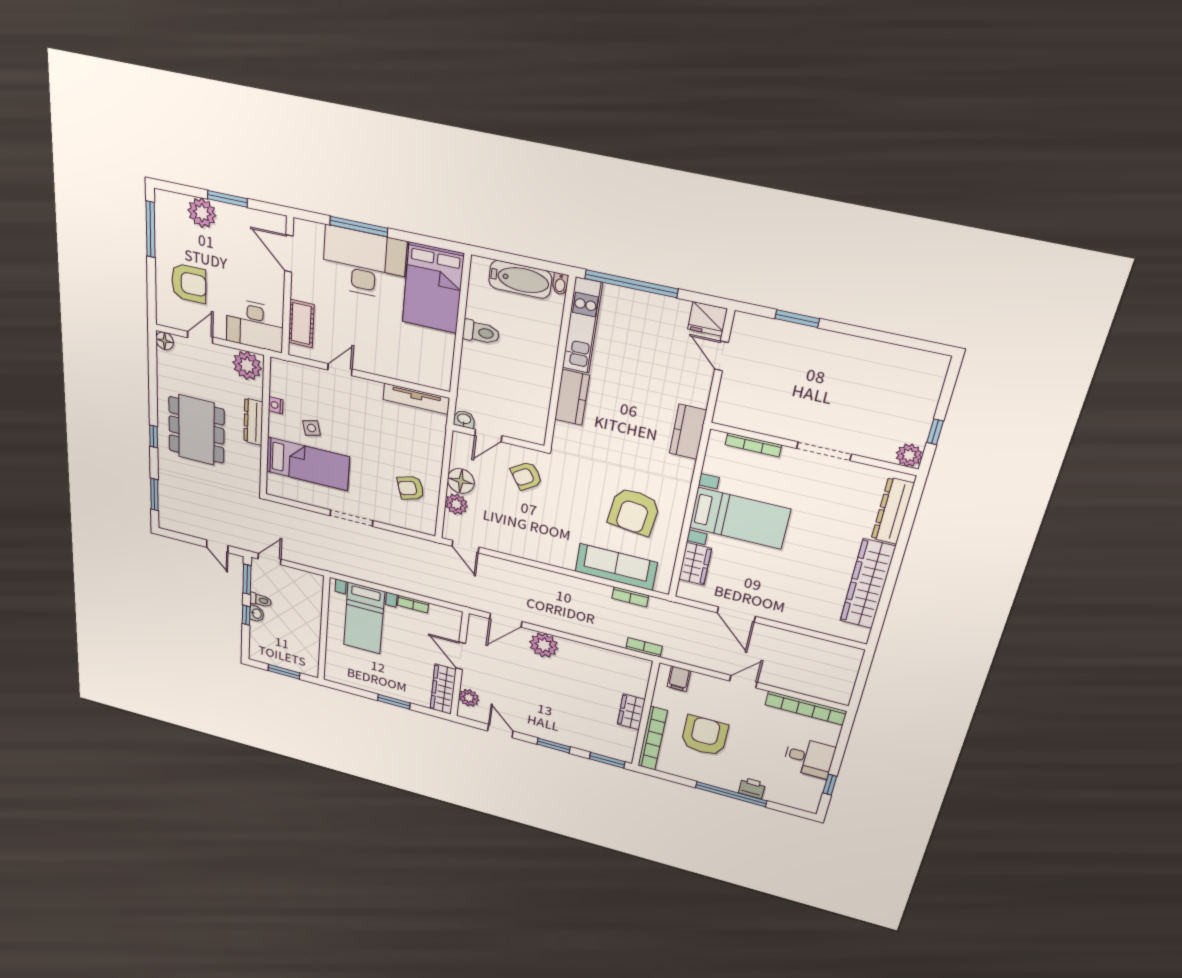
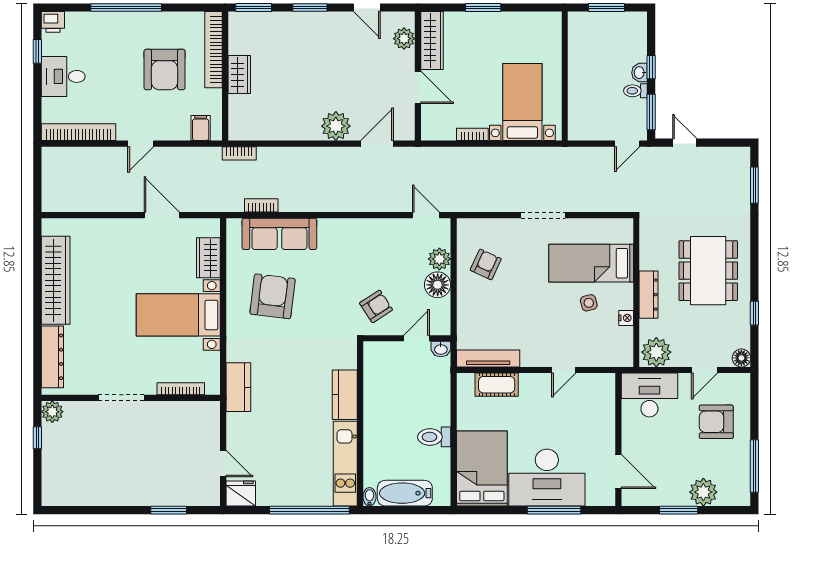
cot: (301, 324) -> (497, 385), moved, turned 90
window: (154, 436) -> (754, 313), moved
armchair: (411, 488) -> (486, 264), turned -48
printer: (752, 788) -> (53, 22), moved

